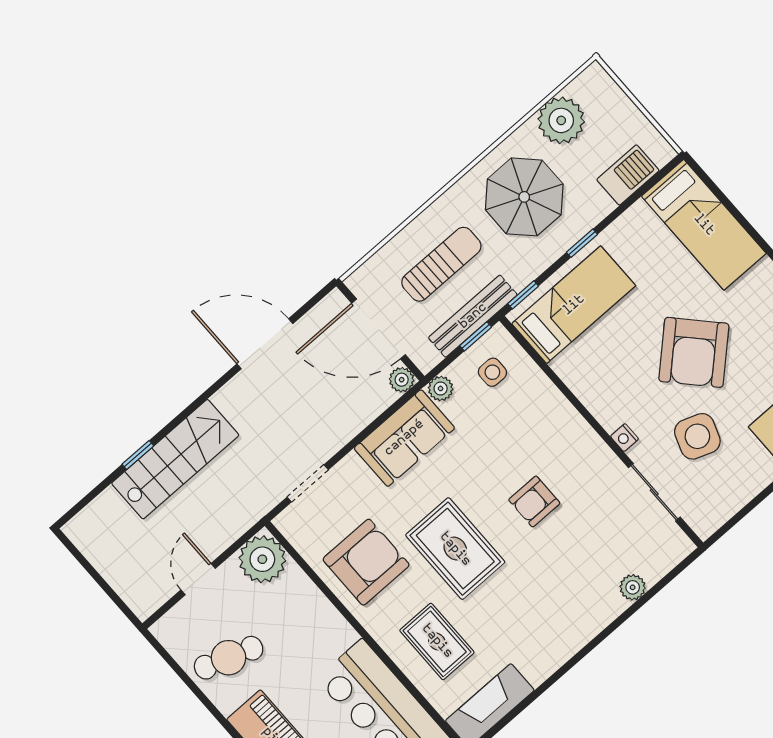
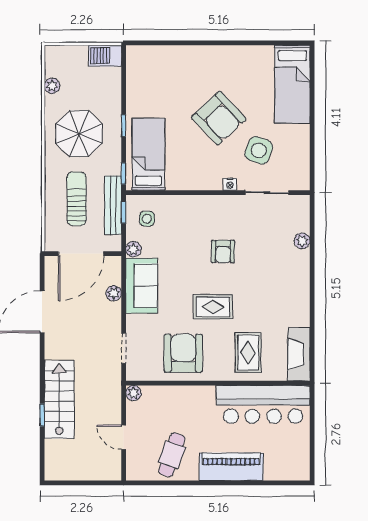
plant: (561, 120) -> (52, 86), width x0.53, depth x0.53
barbecue: (628, 175) -> (105, 56), moved, turned -90
bed: (704, 225) -> (164, 62), removed
plant: (402, 380) -> (114, 293), moved
rug: (455, 549) -> (213, 307), width x0.73, depth x0.70
plant: (262, 559) -> (133, 393), width x0.53, depth x0.53
rug: (437, 641) -> (248, 353), turned 90

